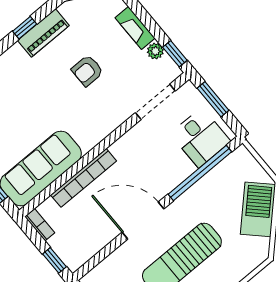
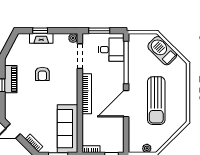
plant: (155, 51) -> (73, 38), moved
window: (175, 54) -> (40, 31), moved
bookcase: (84, 178) -> (87, 94), moved

